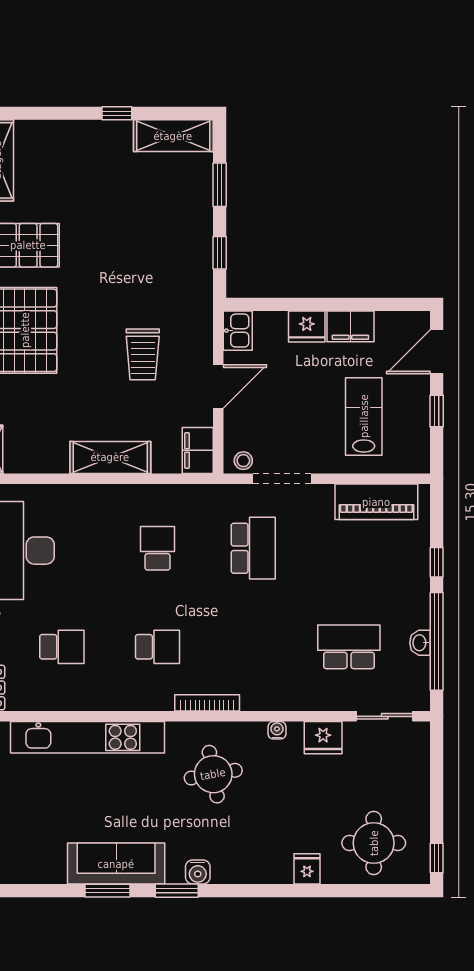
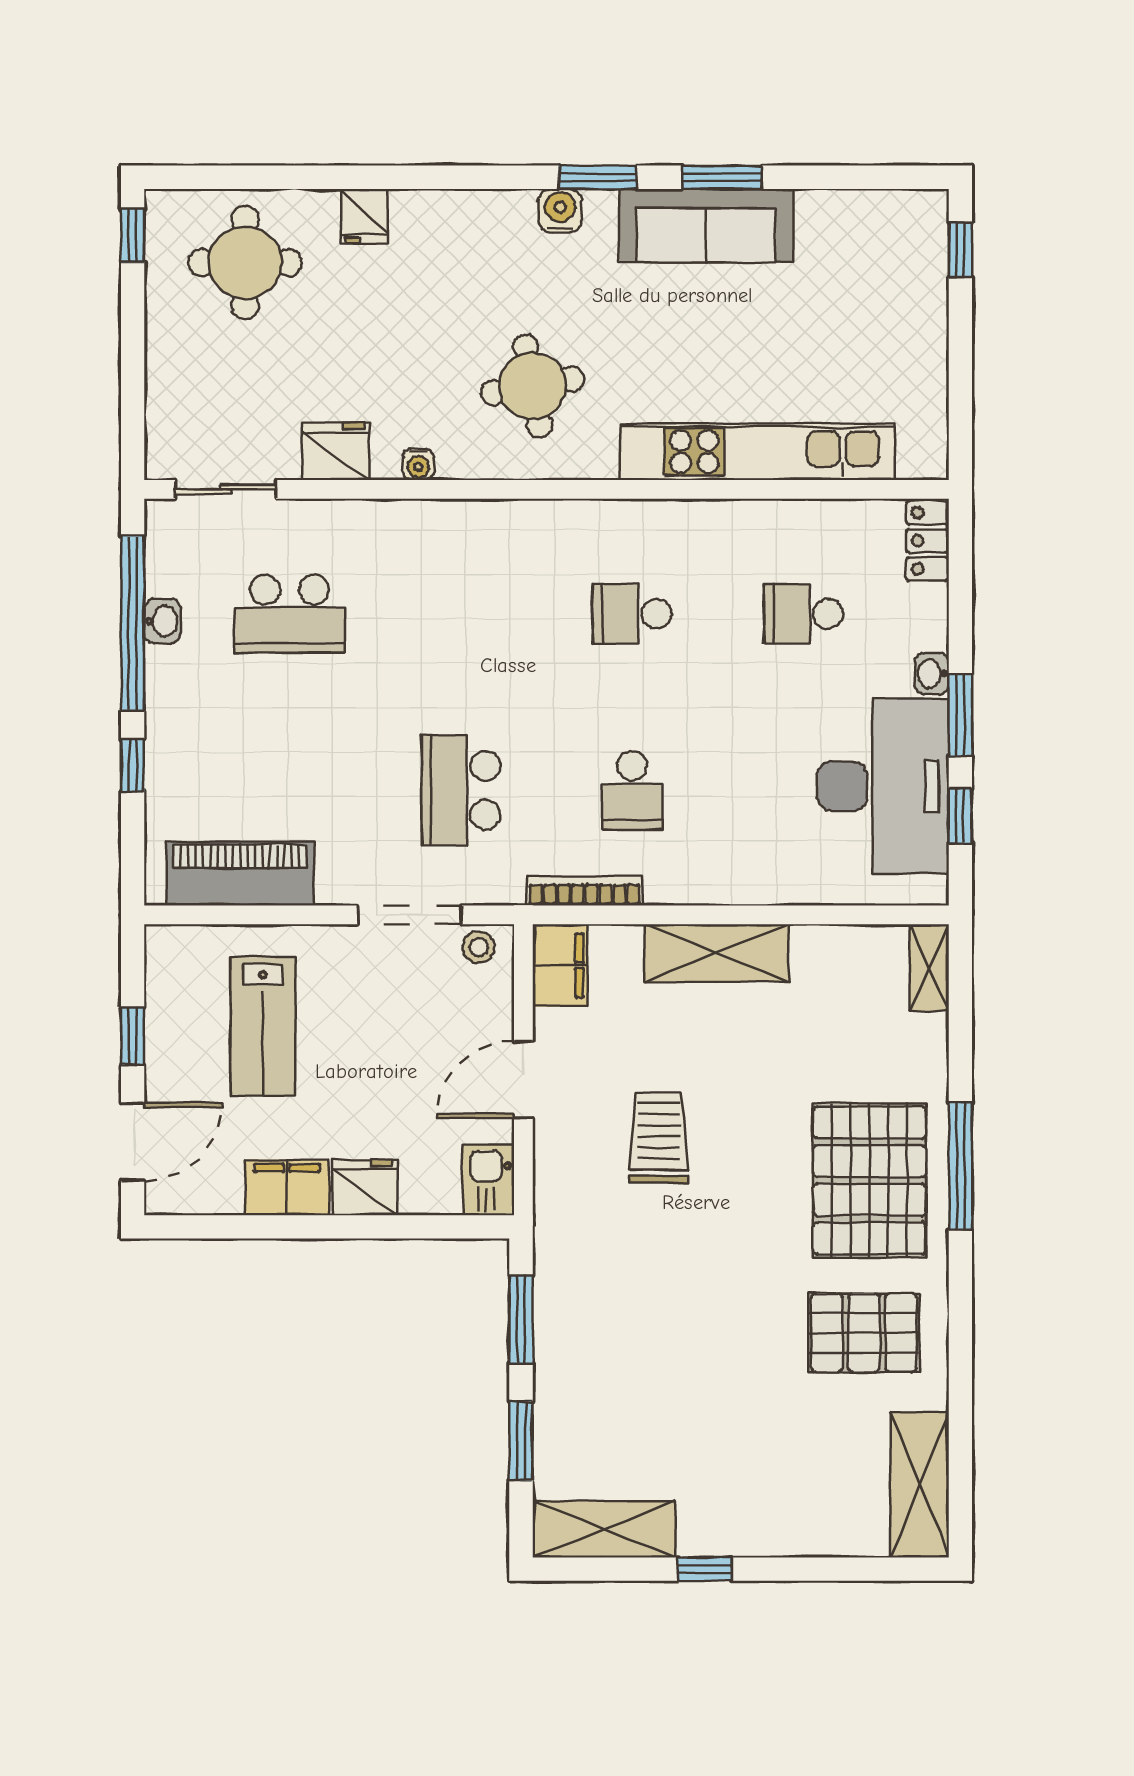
window: (220, 253) -> (521, 1319), width x1.50
bookcase: (207, 703) -> (585, 891), moved, turned 180

